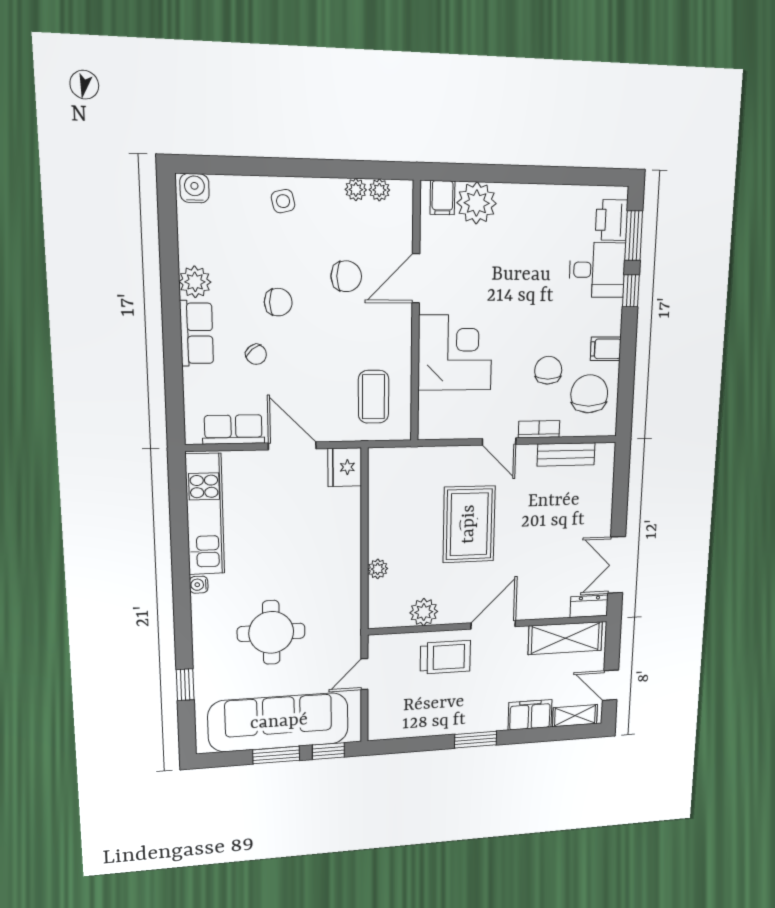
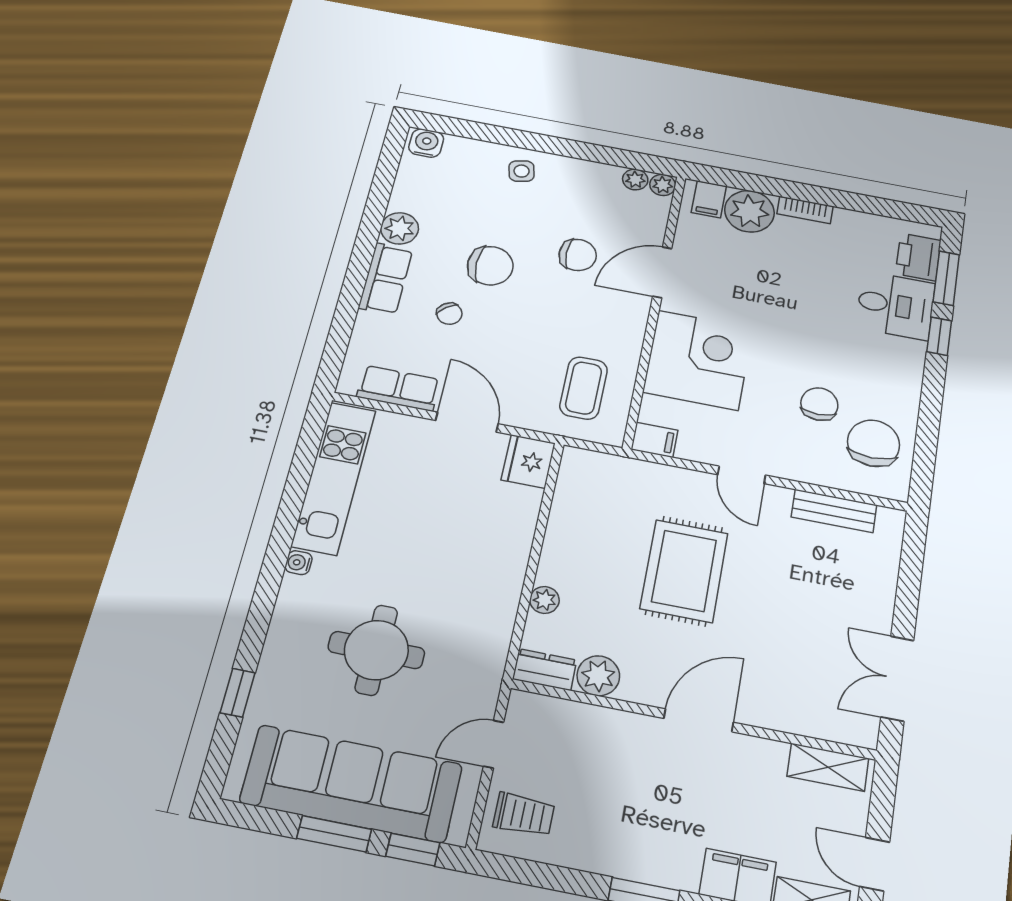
plant: (356, 190) -> (663, 185), moved
chair: (278, 302) -> (490, 266), width x1.37, depth x1.37
filing cabinet: (606, 349) -> (655, 440), moved, turned 180
bookcase: (539, 429) -> (805, 210), moved, turned 180
dresser: (589, 606) -> (545, 670), moved
shelving: (565, 638) -> (828, 767), width x0.67, depth x0.75
trolley: (445, 657) -> (524, 815), moved, width x0.73, depth x0.72

